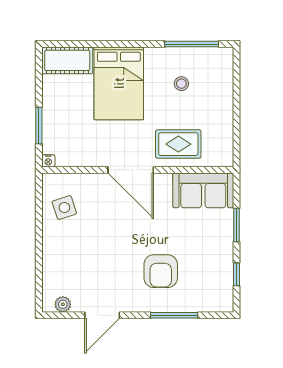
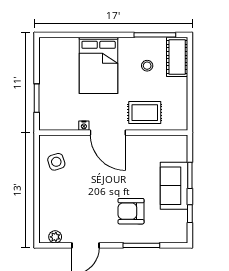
cot: (67, 60) -> (177, 57), moved, turned 90
nightstand: (48, 161) -> (84, 126), moved
sofa: (203, 190) -> (174, 186), moved, turned 90
armchair: (161, 271) -> (131, 211), turned 90

